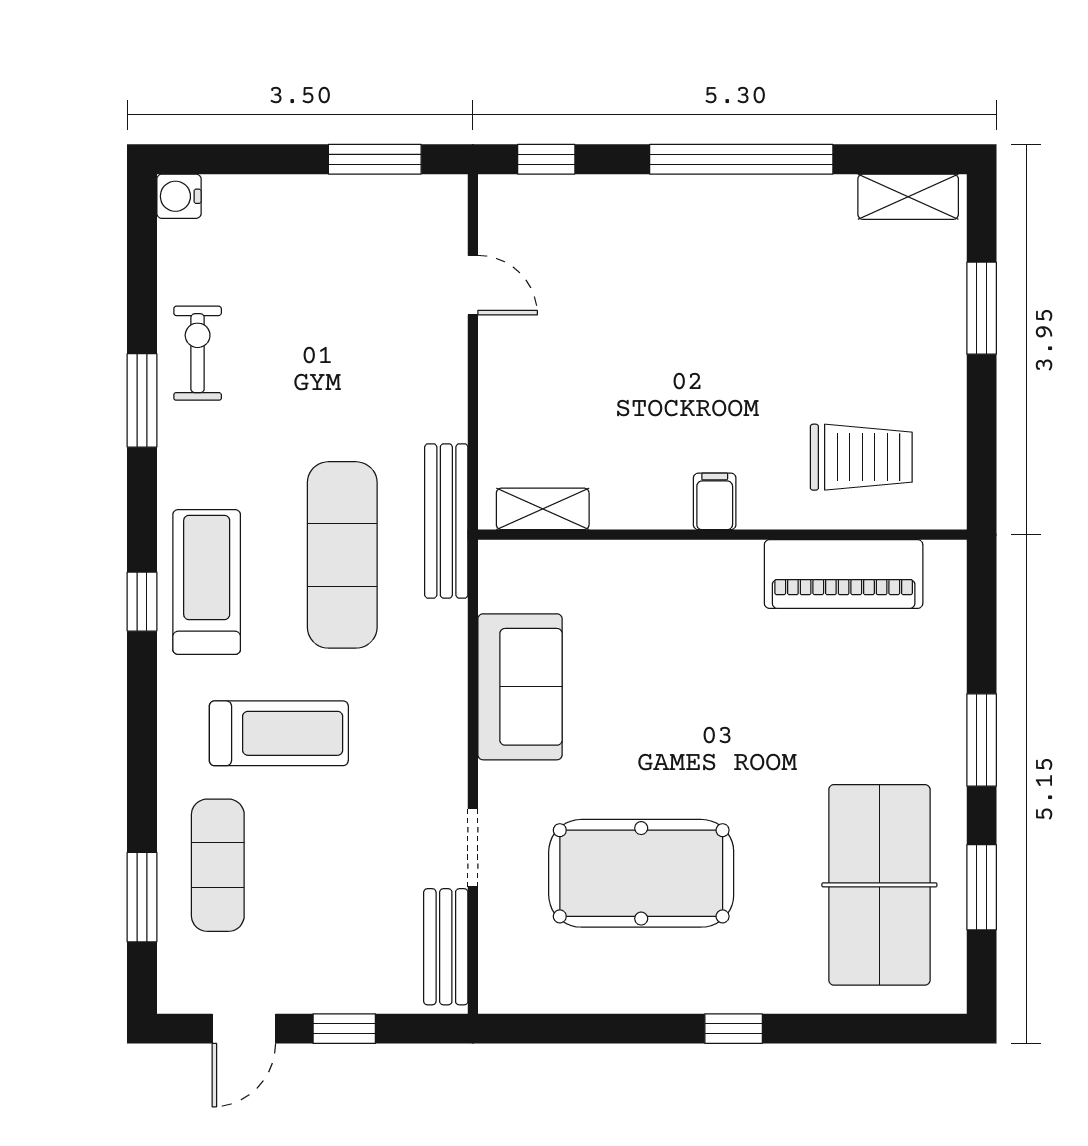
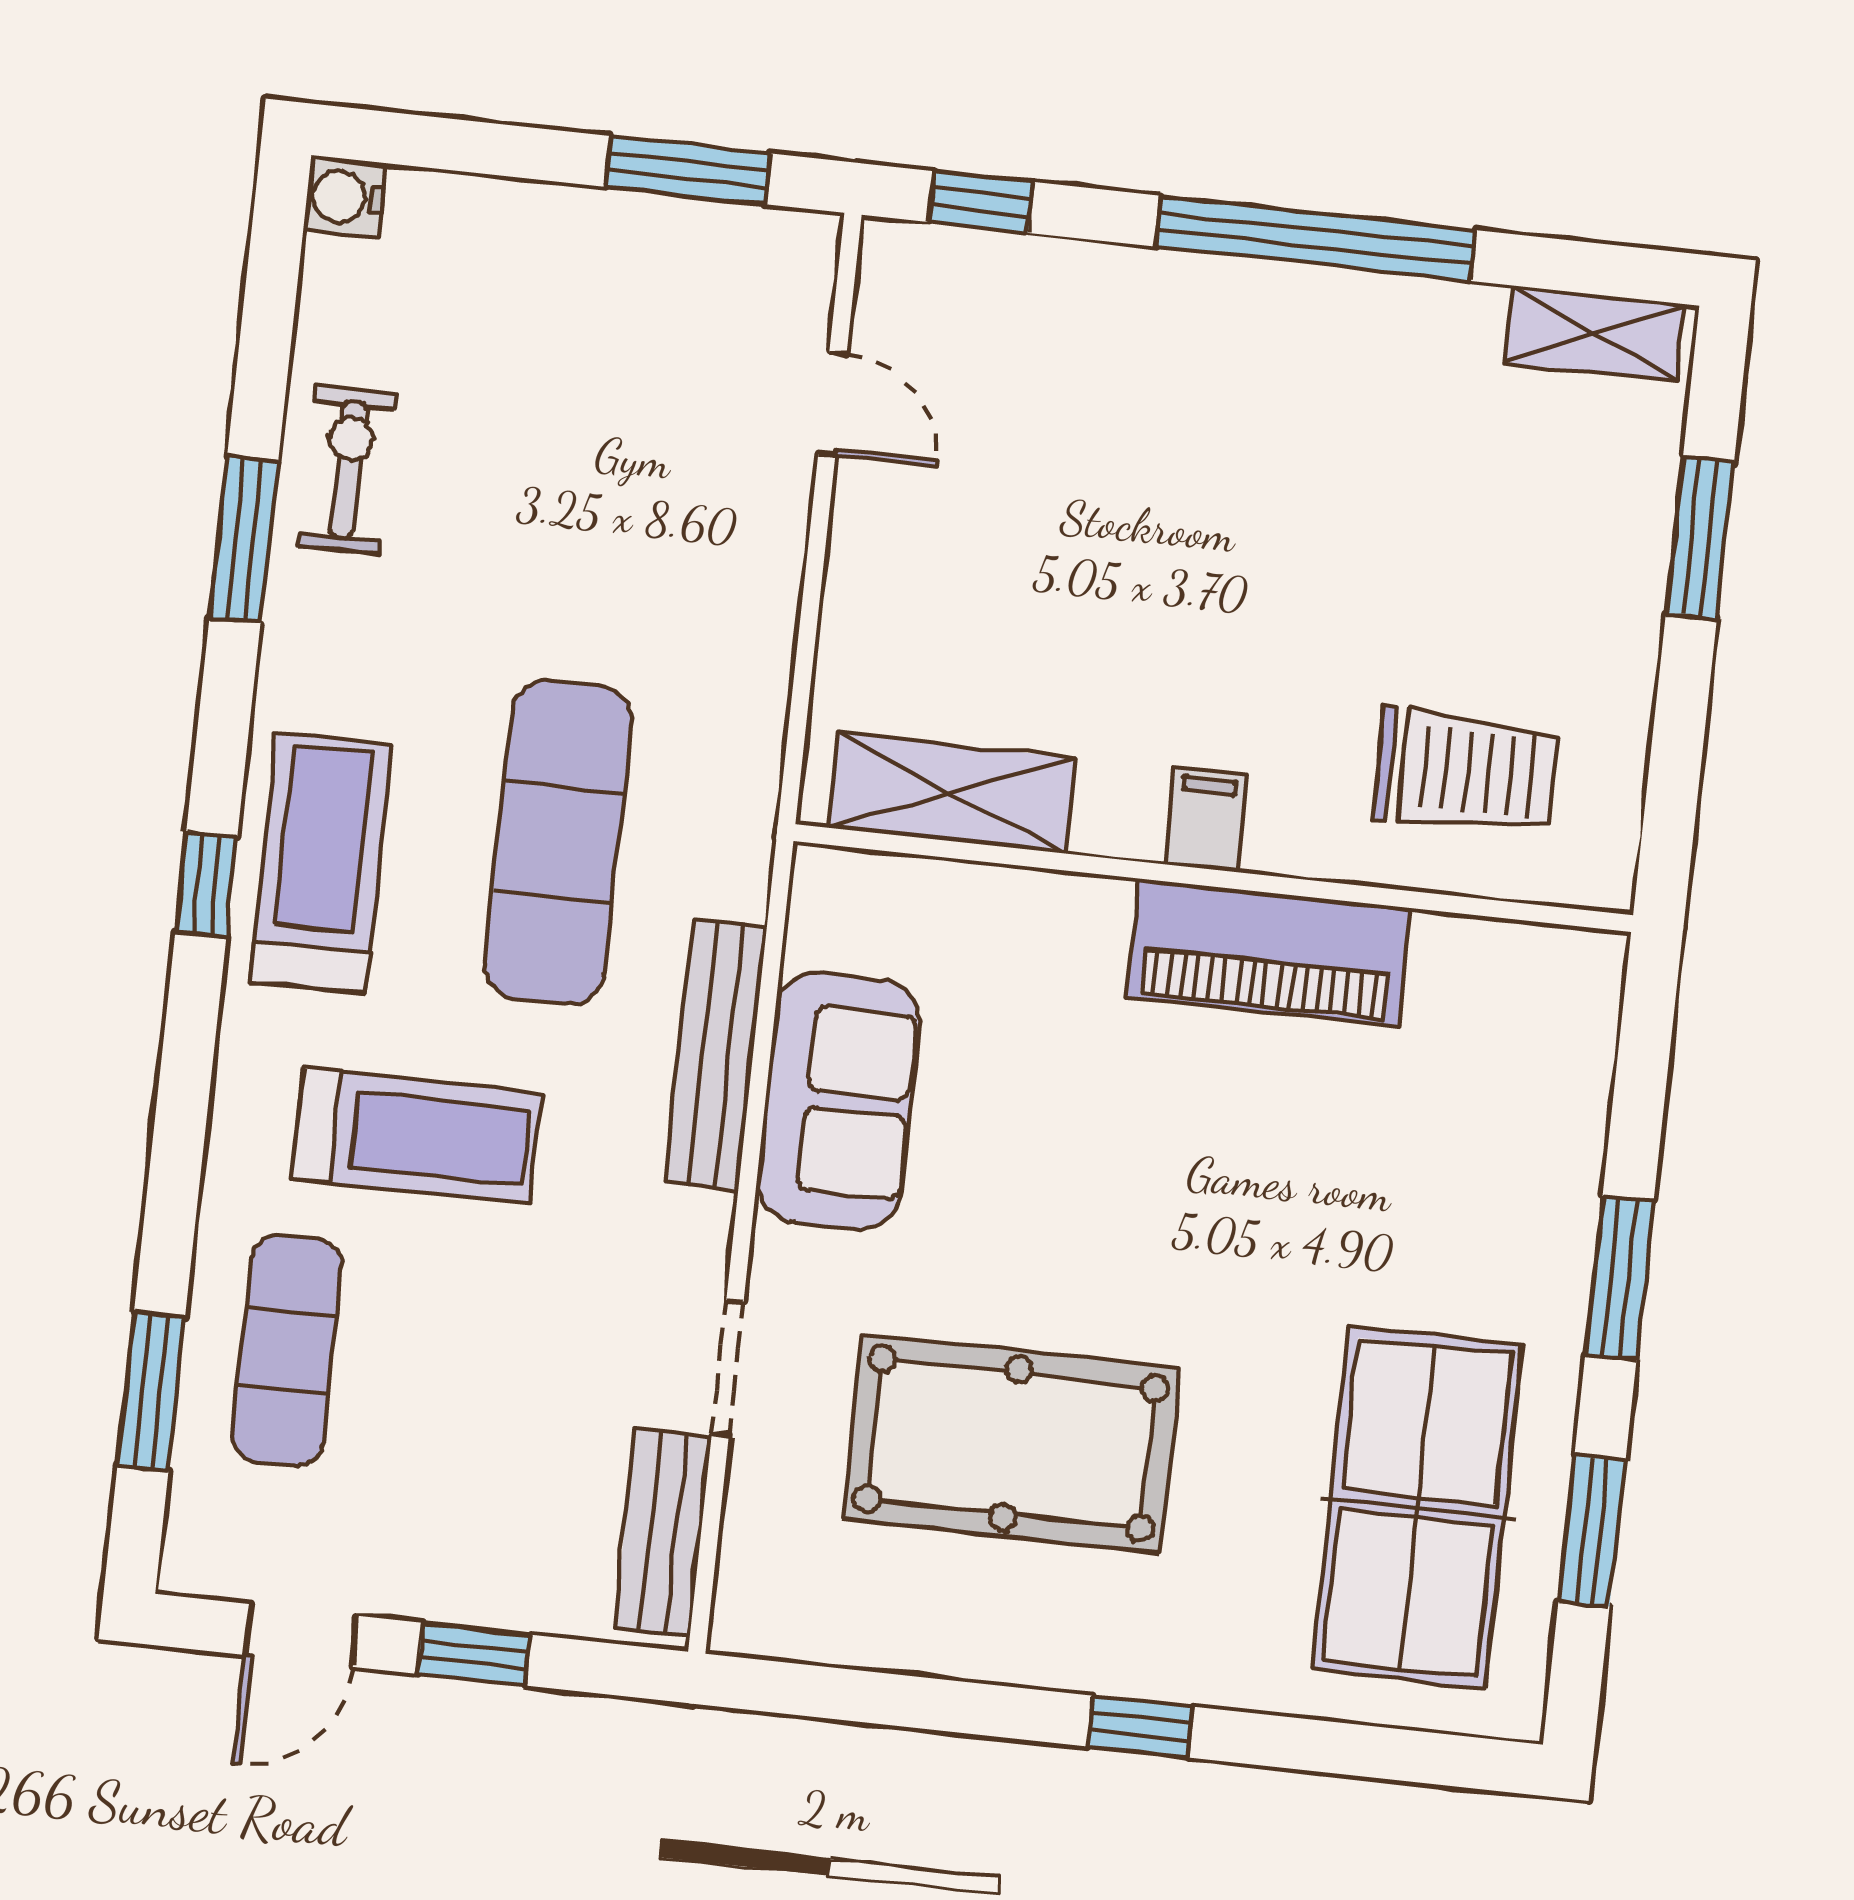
shelving: (543, 509) -> (951, 793), width x1.50, depth x1.33
bench: (446, 521) -> (716, 1055), moved
piano: (844, 574) -> (1268, 952), moved

